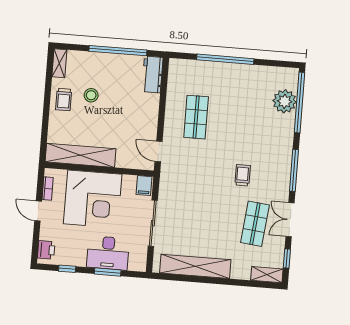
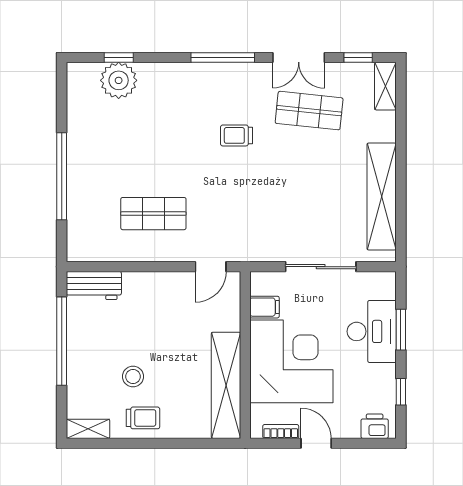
window: (299, 103) -> (119, 58), width x0.32
filing cabinet: (144, 186) -> (264, 307), moved
door: (38, 211) -> (316, 443), swing flipped

